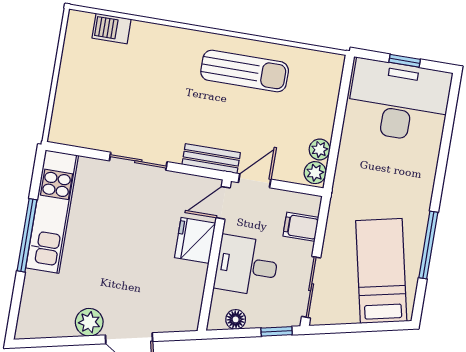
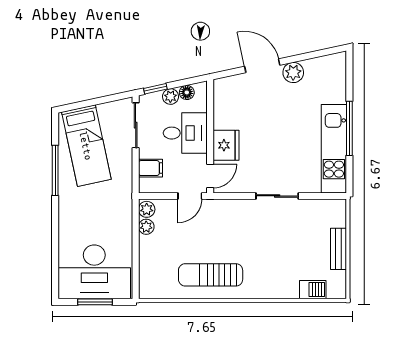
window: (405, 61) -> (95, 302), width x1.50
bench: (211, 159) -> (338, 249), moved, turned 90
plant: (258, 318) -> (171, 97), added

